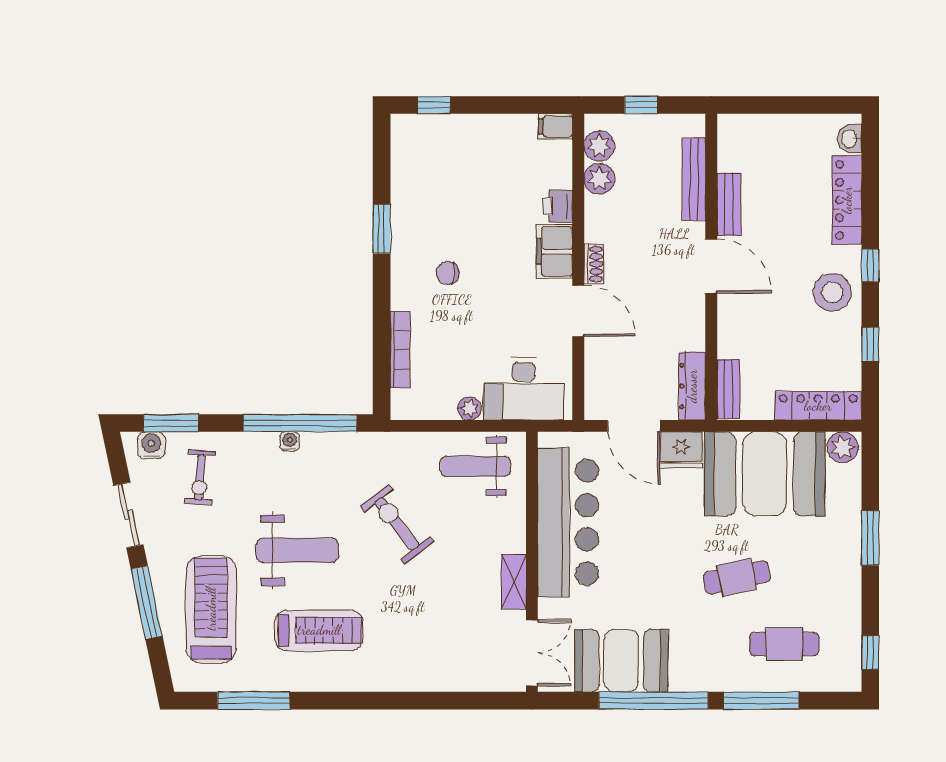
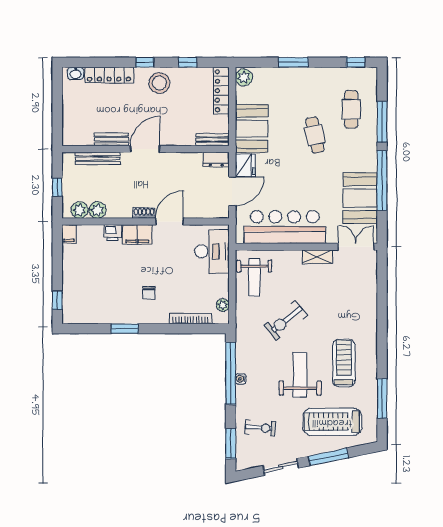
dresser: (692, 386) -> (216, 159), width x0.70
plant: (470, 408) -> (223, 305), moved
water cooler: (151, 445) -> (243, 454), removed
booth: (765, 474) -> (252, 129), width x0.73, depth x0.70

